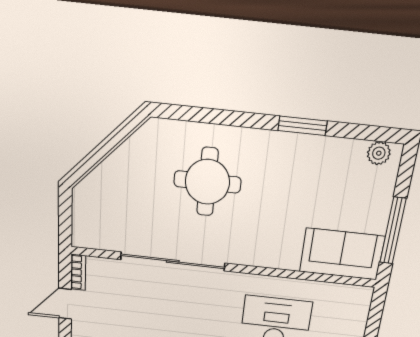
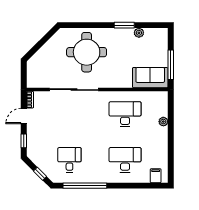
plant: (379, 153) -> (139, 33), moved
round table: (207, 182) -> (87, 52), width x1.36, depth x1.36

